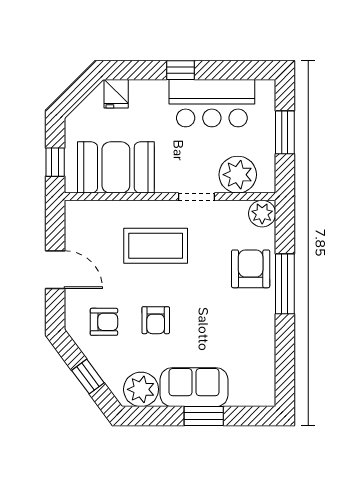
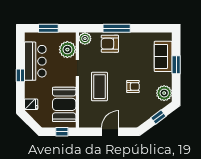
armchair: (104, 322) -> (134, 110), removed
sofa: (194, 387) -> (163, 56), moved

